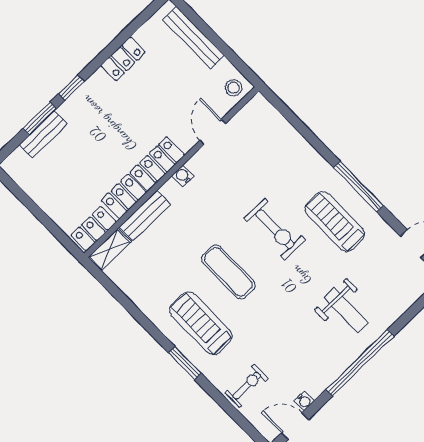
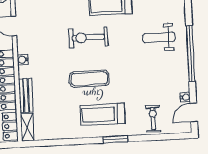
exercise bike: (275, 229) -> (88, 37), turned 180
weight bench: (346, 310) -> (159, 38), turned 180

